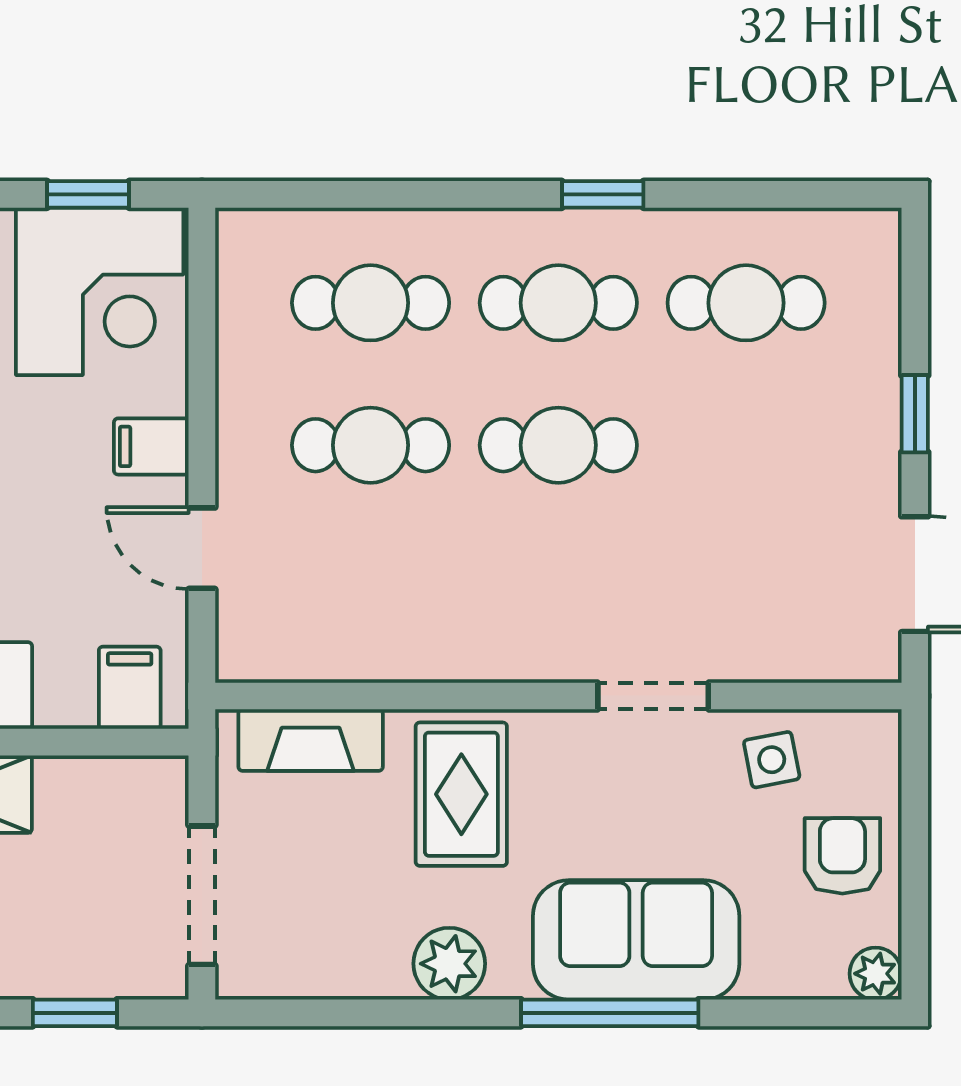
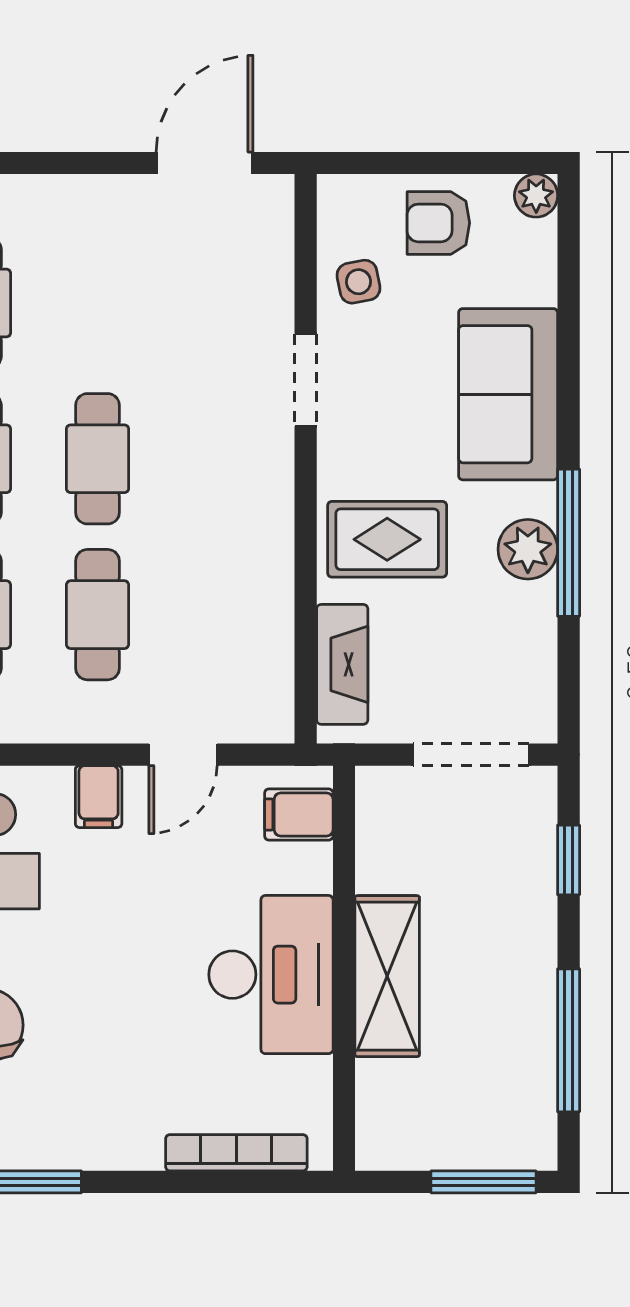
window: (915, 414) -> (71, 163), removed
window: (610, 1013) -> (569, 543), moved

